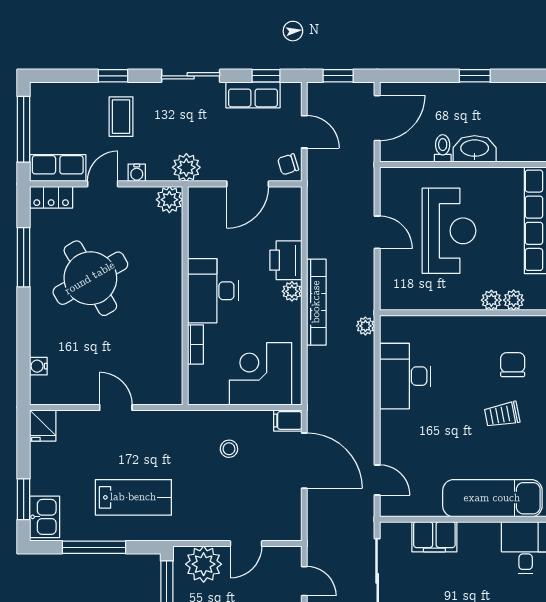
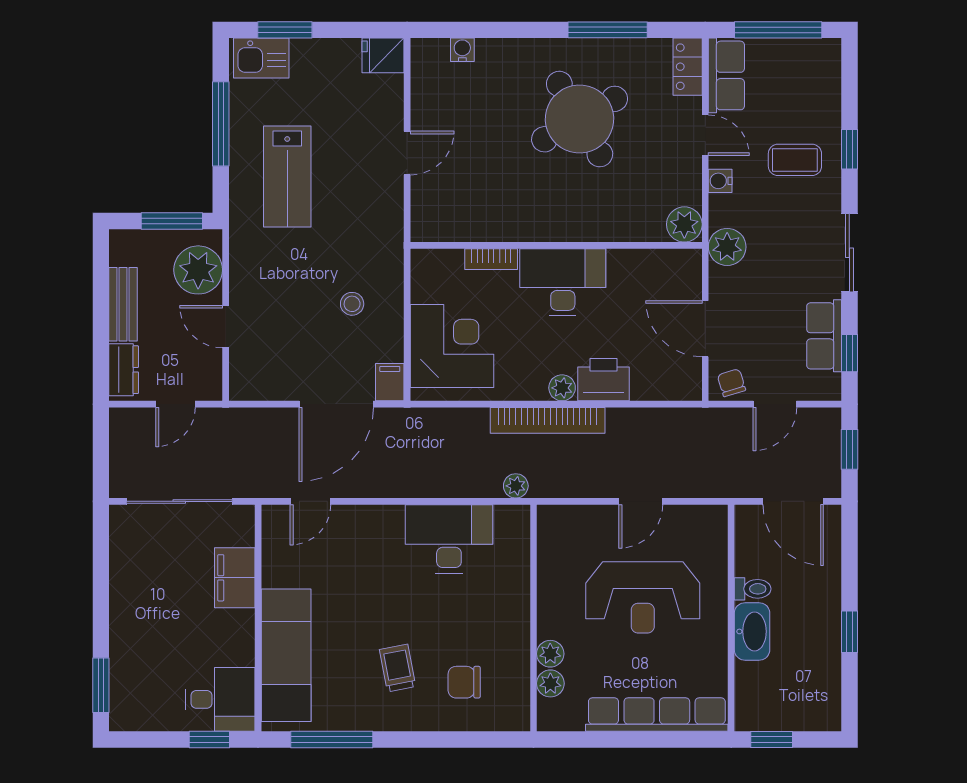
chair: (513, 365) -> (464, 682), turned 180

